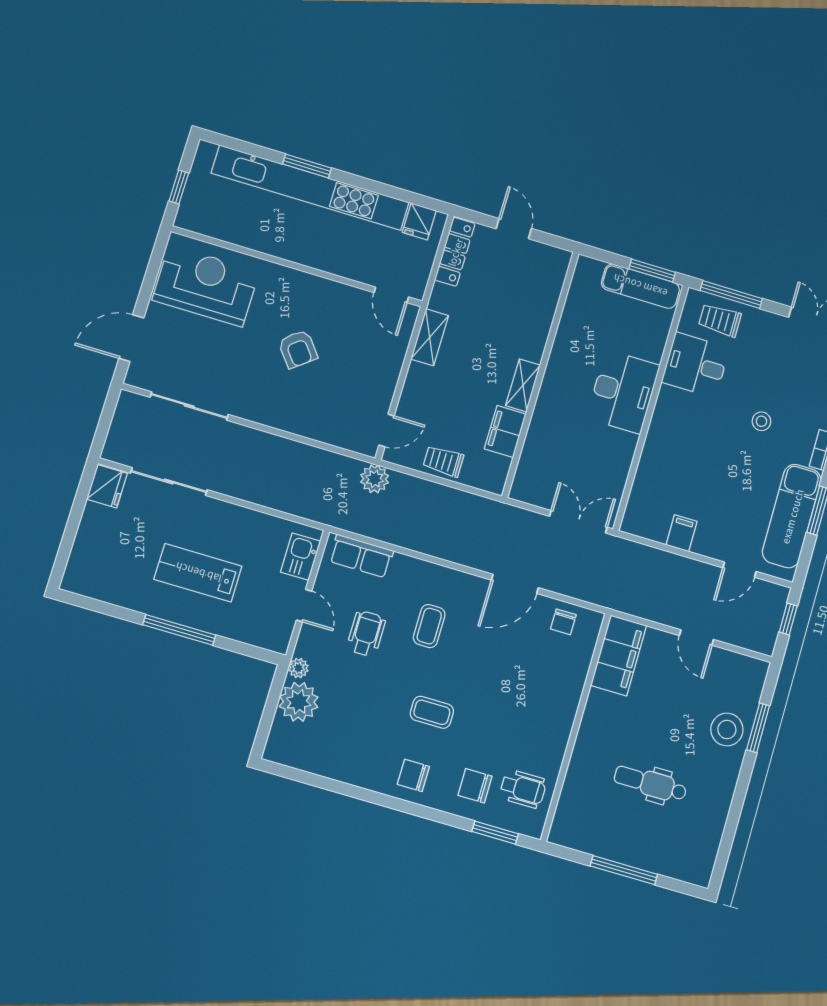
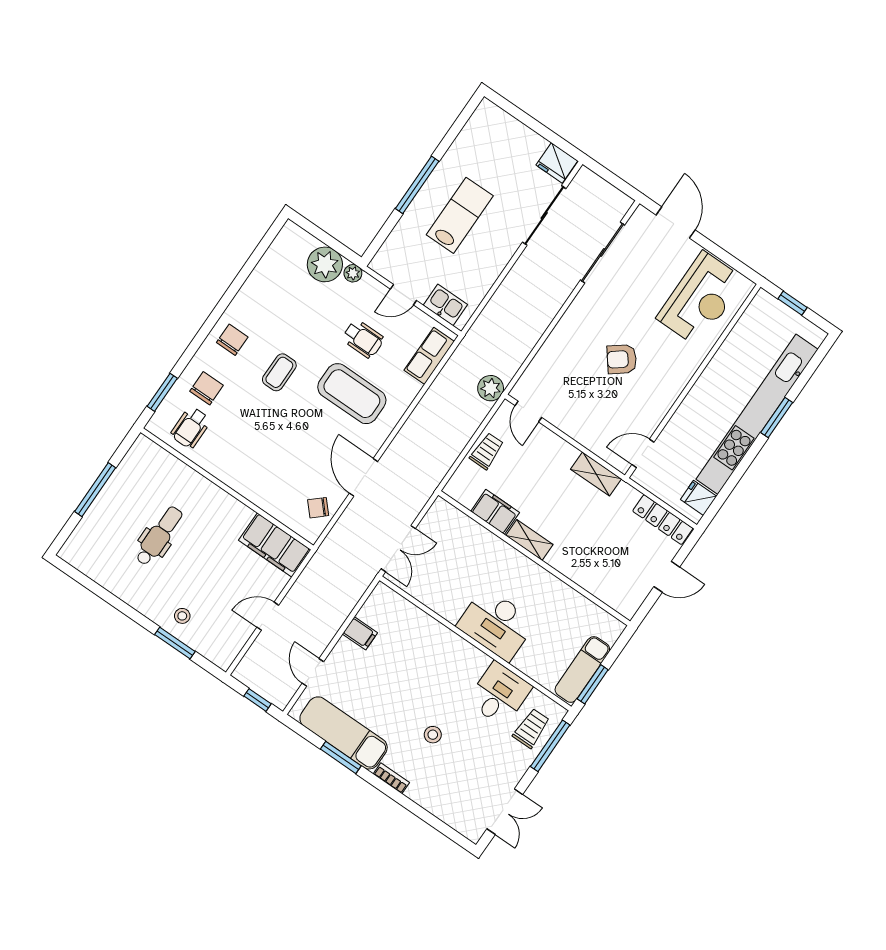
chair: (563, 622) -> (318, 508), turned -42
coffee table: (429, 626) -> (352, 394), width x1.86, depth x1.72
stool: (727, 729) -> (182, 616), width x0.53, depth x0.53

